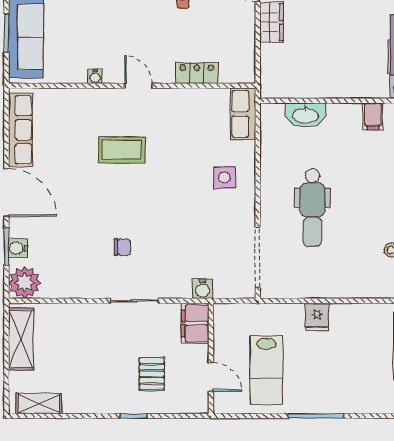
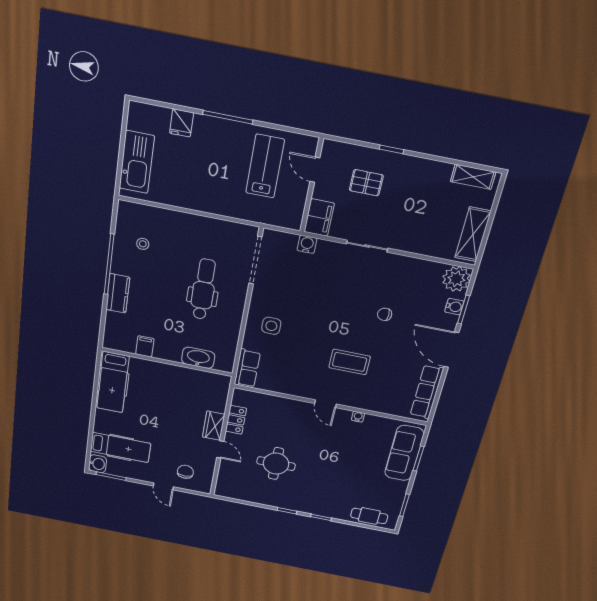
locker: (197, 73) -> (236, 420), moved, turned -90
chair: (122, 247) -> (385, 314), moved
fridge: (317, 317) -> (182, 123), moved, turned 180
pallet: (152, 374) -> (366, 183), turned 90

